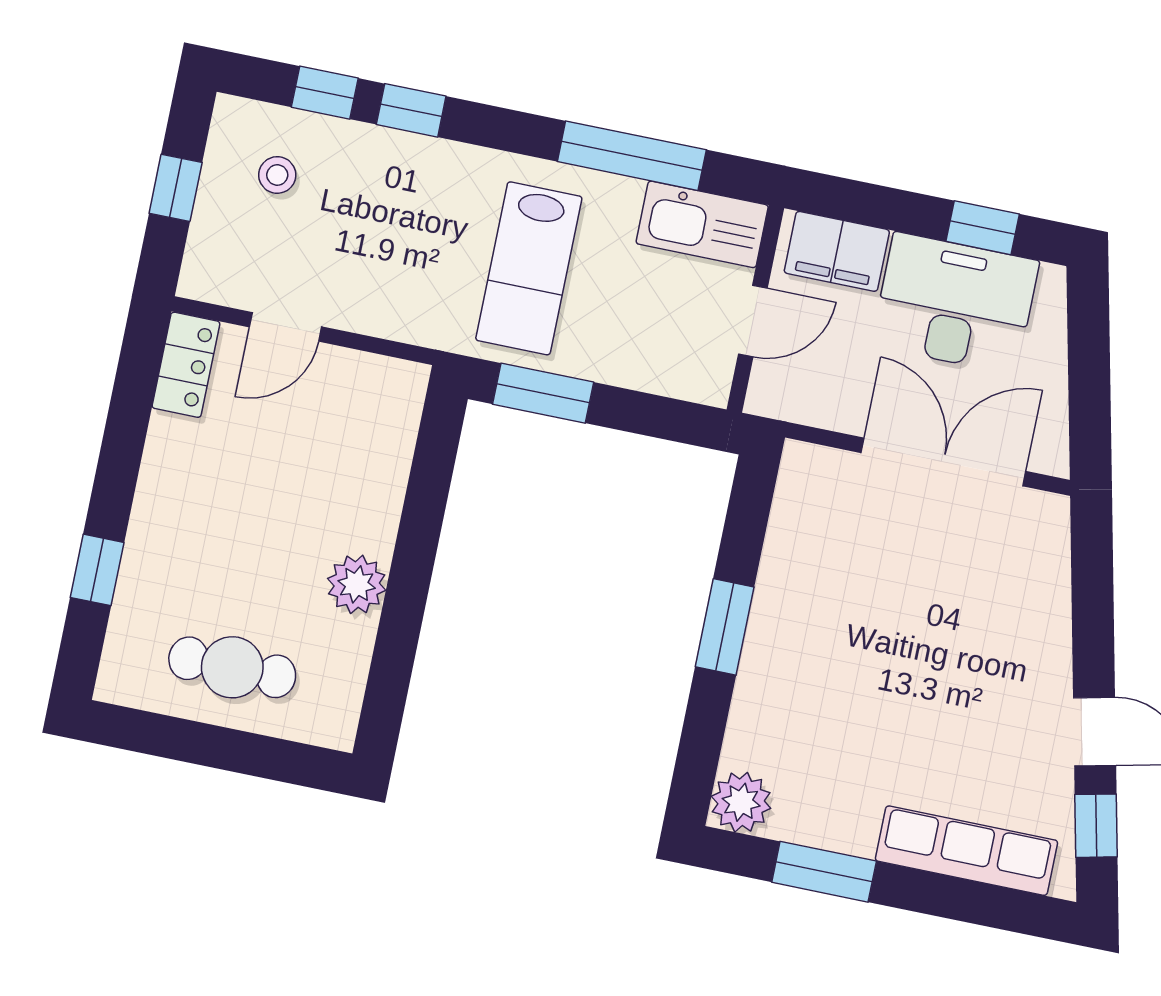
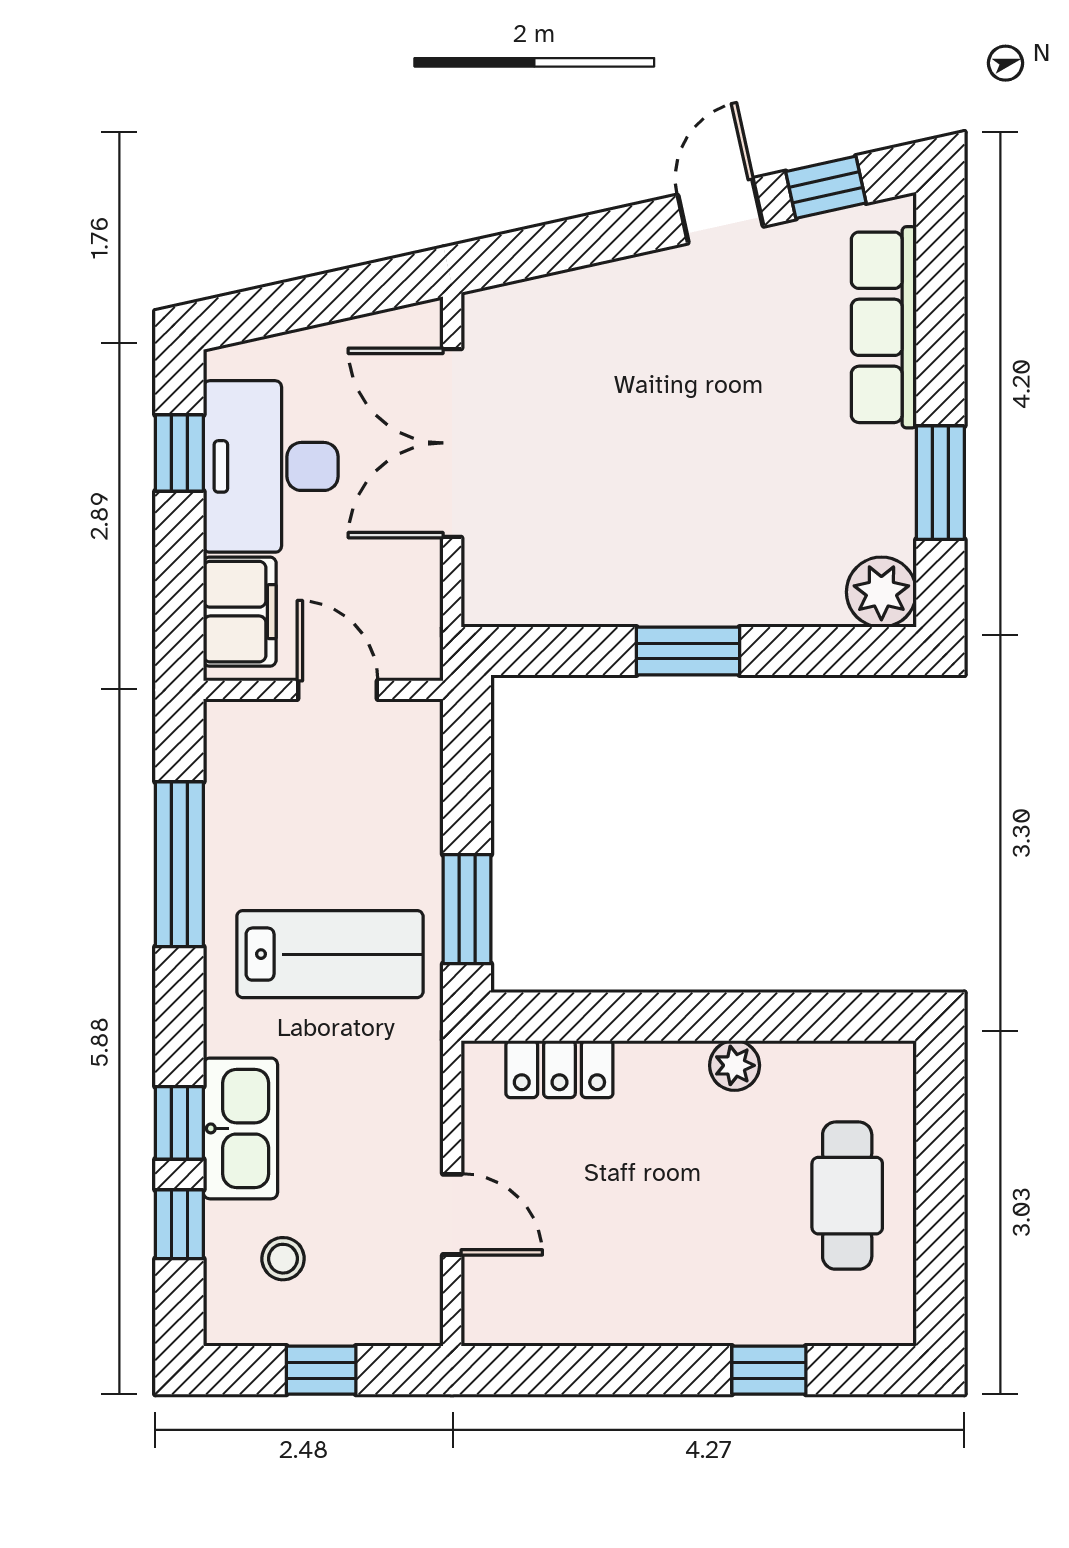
kitchen sink: (702, 224) -> (240, 1128), moved
locker: (186, 365) -> (559, 1069), moved, turned 180
plant: (357, 584) -> (735, 1065), width x0.73, depth x0.73

